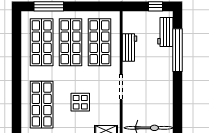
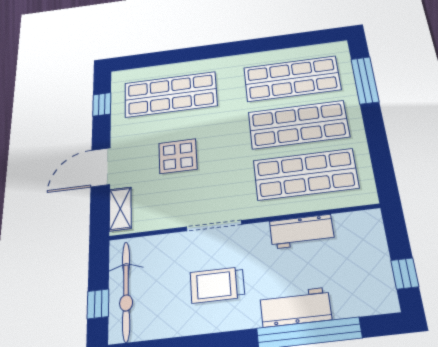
workbench: (165, 32) -> (295, 307), moved
trolley: (151, 87) -> (217, 285), added

